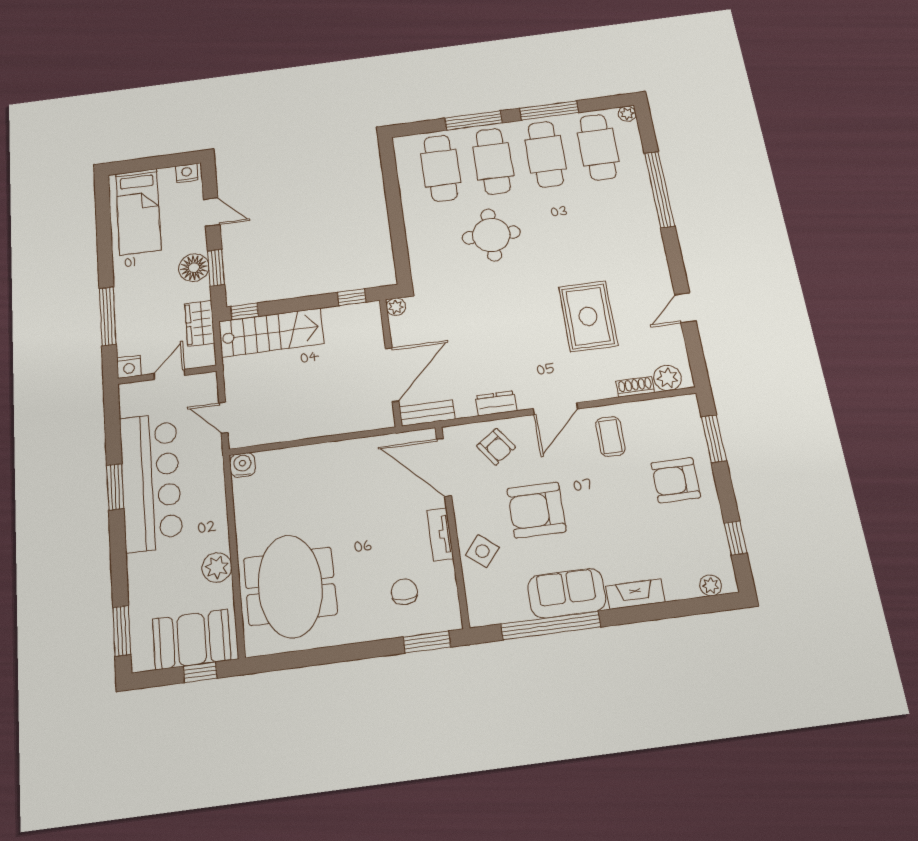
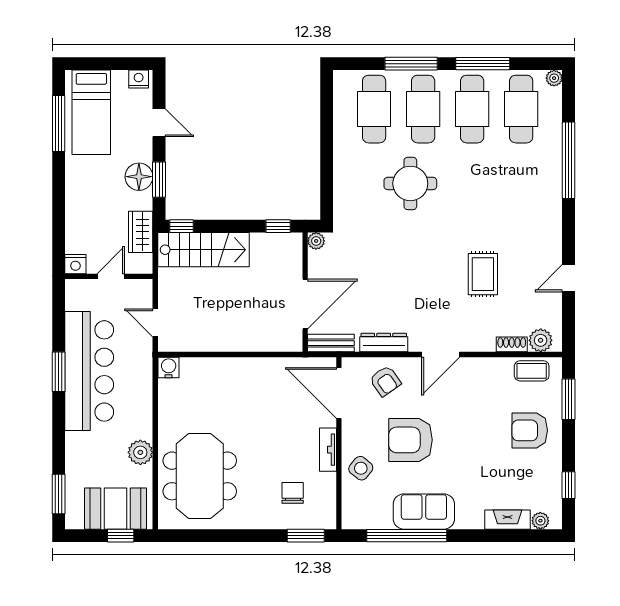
window: (108, 316) -> (59, 123), moved
rug: (588, 316) -> (483, 274), width x0.73, depth x0.70
dresser: (496, 403) -> (384, 343), width x1.44
coffee table: (610, 437) -> (532, 371), moved, turned 90
fireplace: (635, 594) -> (508, 520), moved

